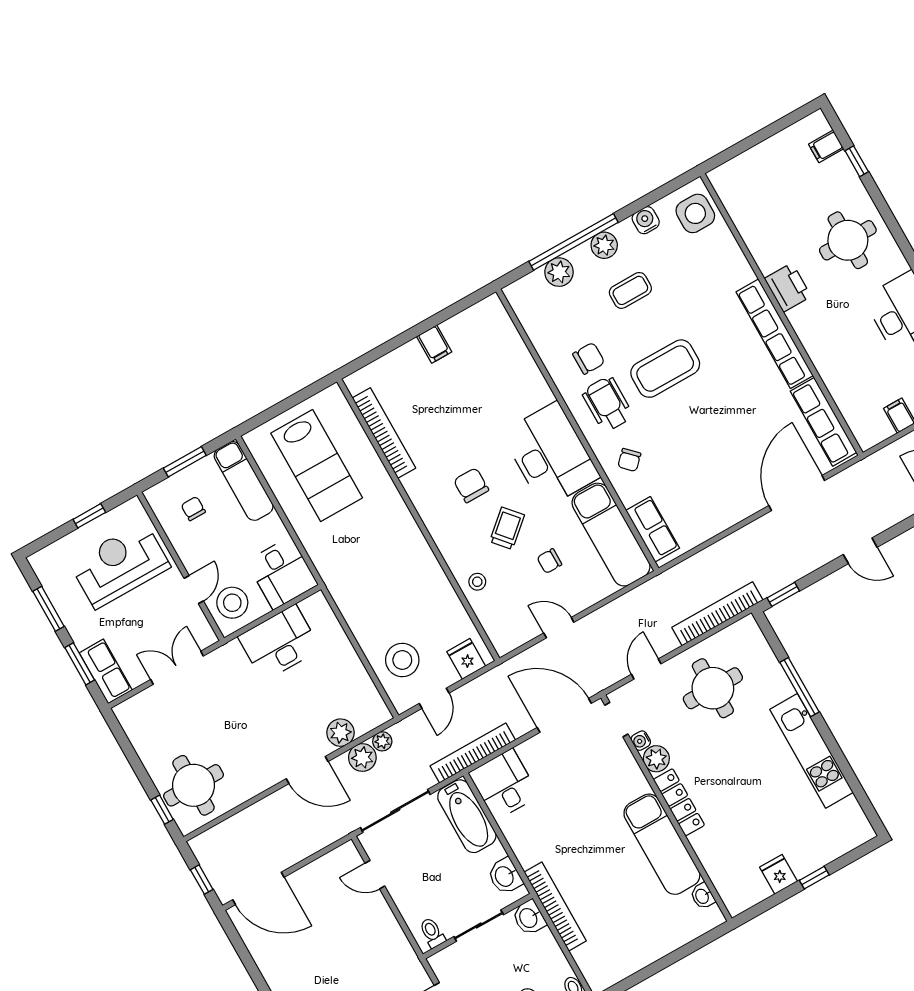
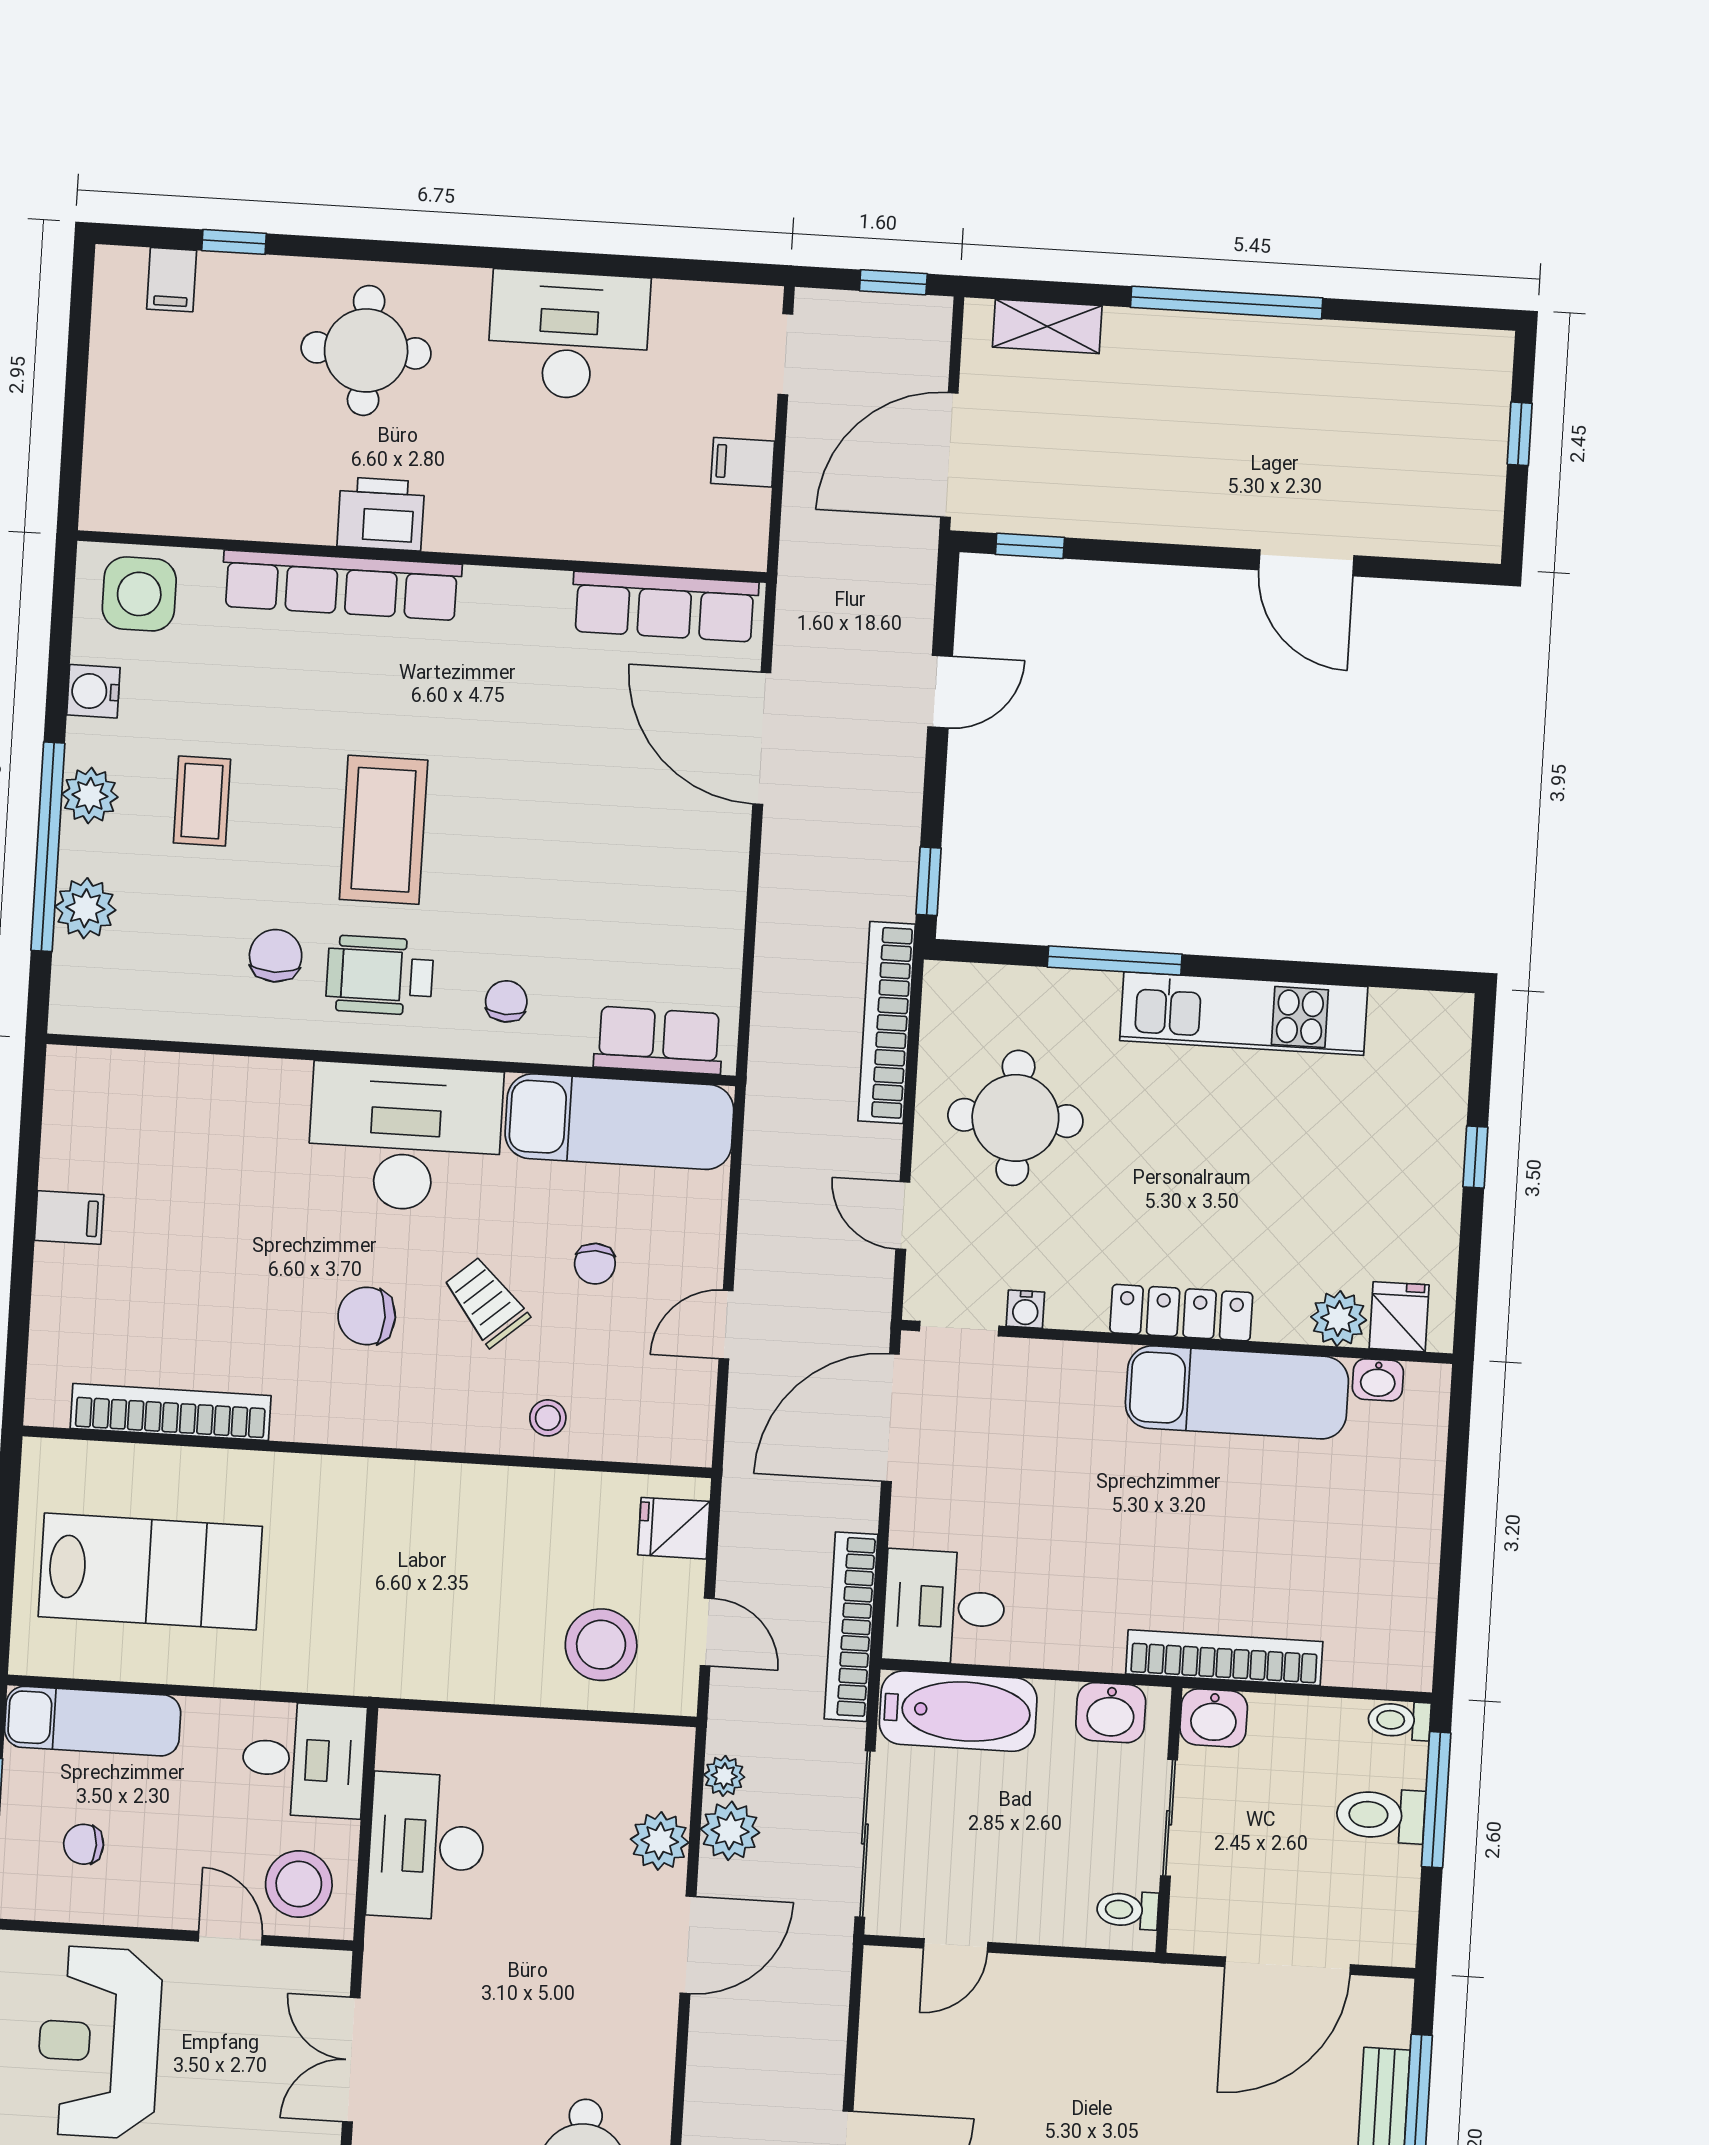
row of seats: (775, 334) -> (342, 585), moved
chair: (629, 460) -> (506, 1001), turned -133
plant: (656, 759) -> (1339, 1318), moved
fridge: (779, 874) -> (1399, 1317), moved, turned 90

